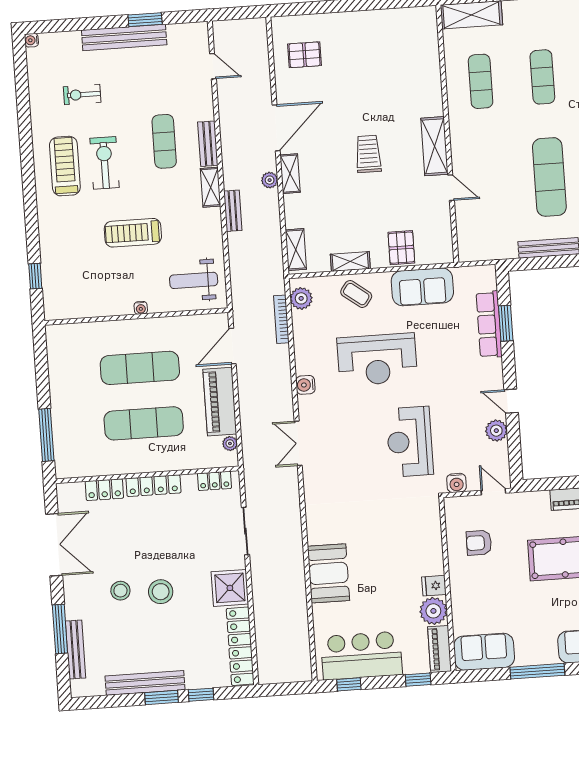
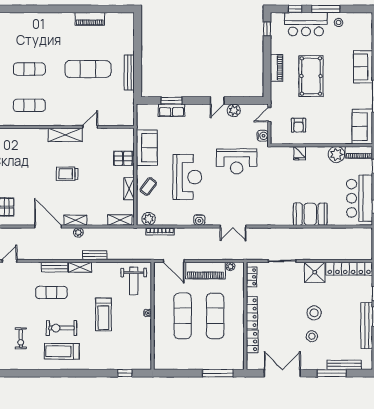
row of seats: (489, 324) -> (171, 110), width x0.68
fridge: (434, 586) -> (300, 153), moved

